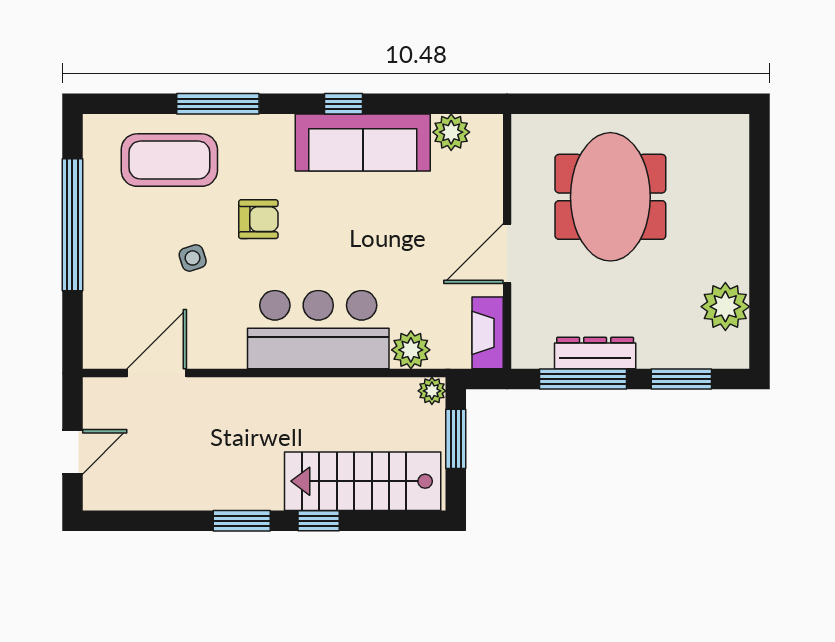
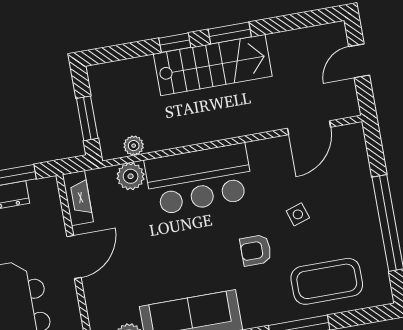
plant: (432, 391) -> (134, 146), moved
stairs: (363, 481) -> (213, 65), moved

